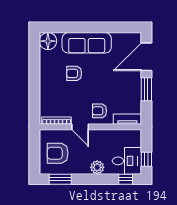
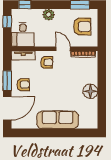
floor lamp: (48, 41) -> (90, 91), moved
armchair: (74, 73) -> (23, 85), moved
desk: (127, 161) -> (23, 35), moved, turned -90

